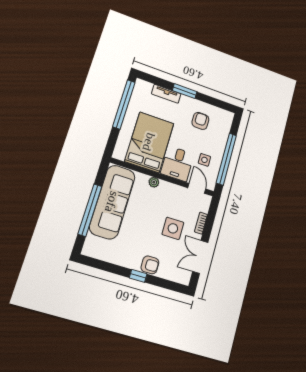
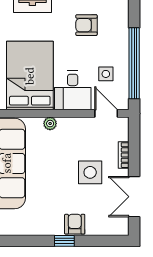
armchair: (200, 121) -> (86, 25), turned -90
armchair: (150, 265) -> (75, 224), turned -90

